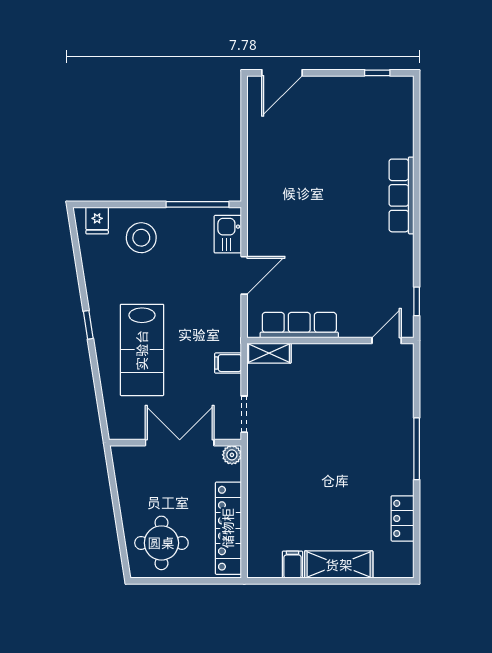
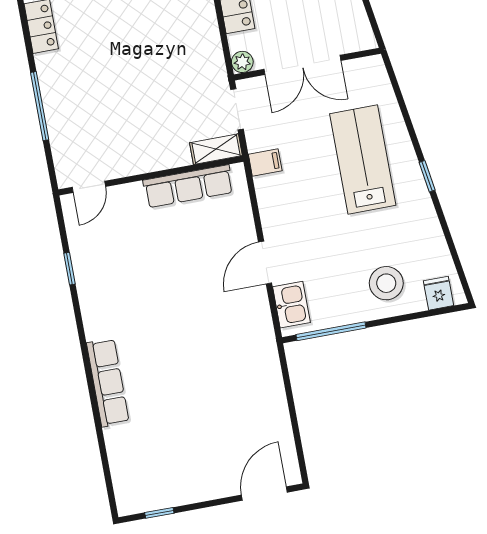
row of seats: (299, 325) -> (188, 186), moved
wall: (330, 340) -> (151, 176), moved
door: (387, 340) -> (89, 187), moved
shelving: (269, 353) -> (216, 149), moved

